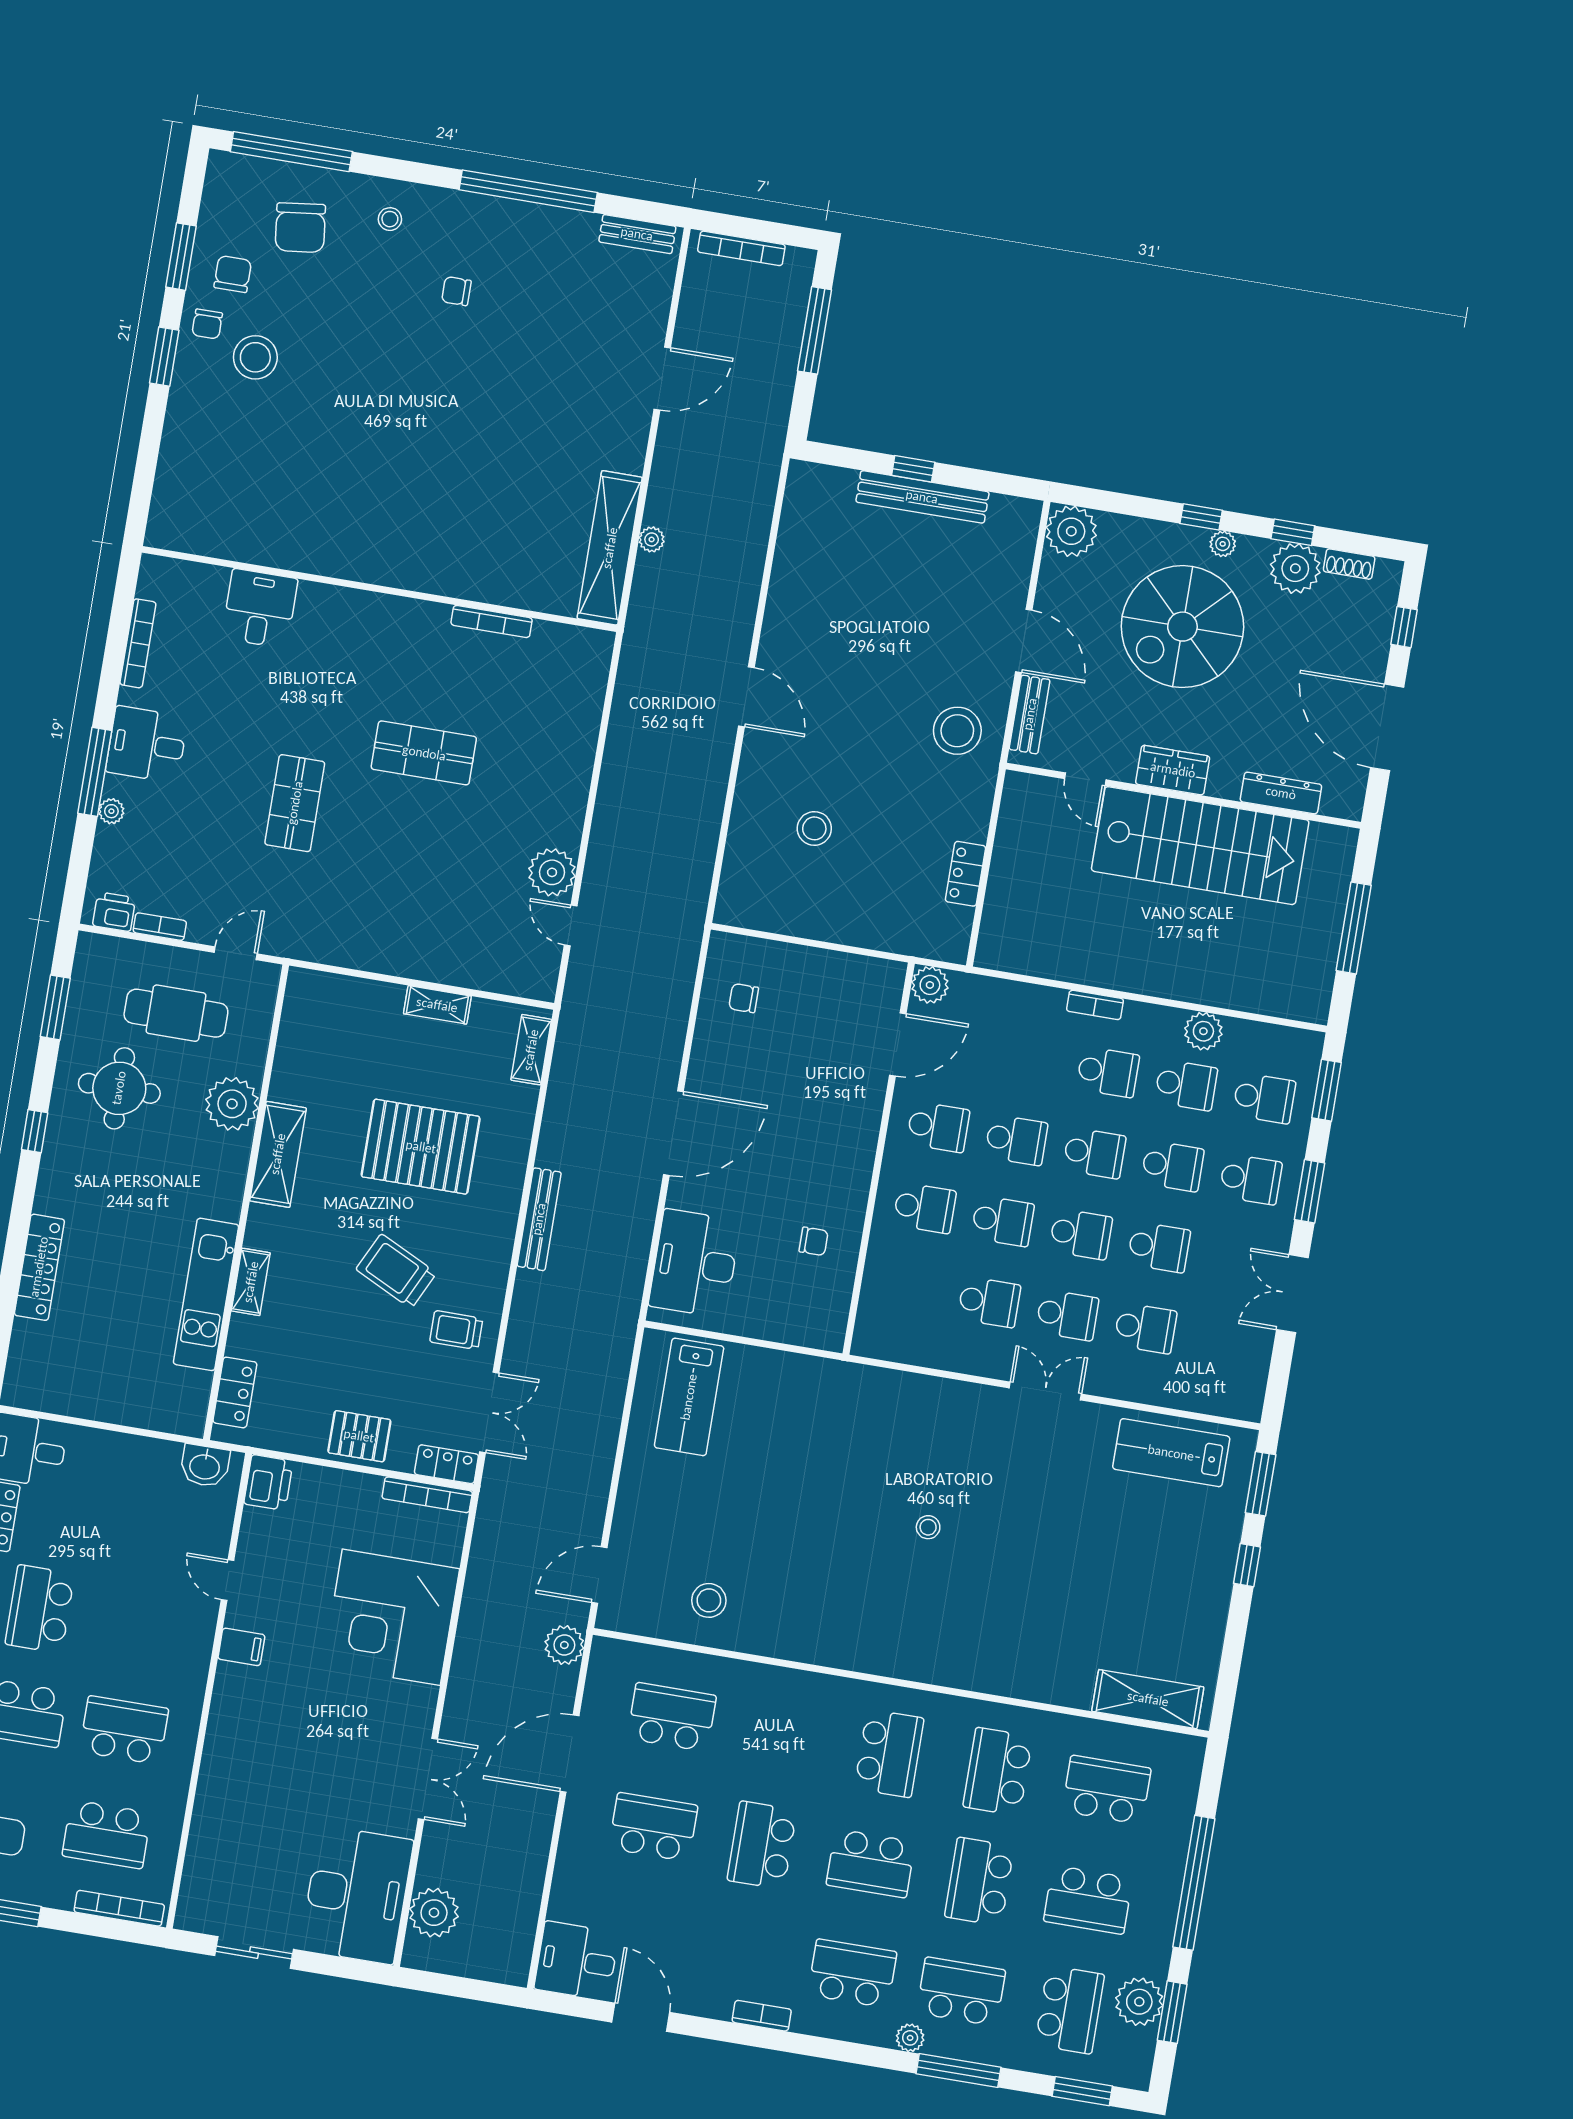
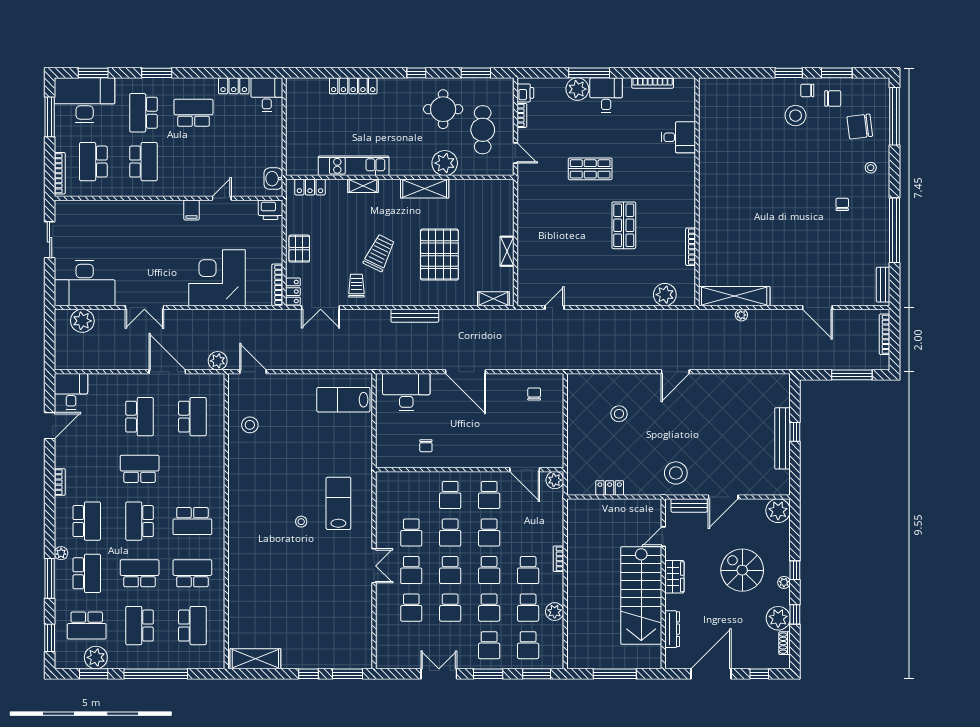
spiral stairs: (1182, 627) -> (742, 570), width x0.73, depth x0.73
plant: (111, 811) -> (577, 89), width x1.87, depth x1.87
plant: (552, 872) -> (665, 295), moved
lab bench: (1171, 1453) -> (338, 503), moved
shelving: (1148, 1699) -> (255, 659), moved, turned 90

